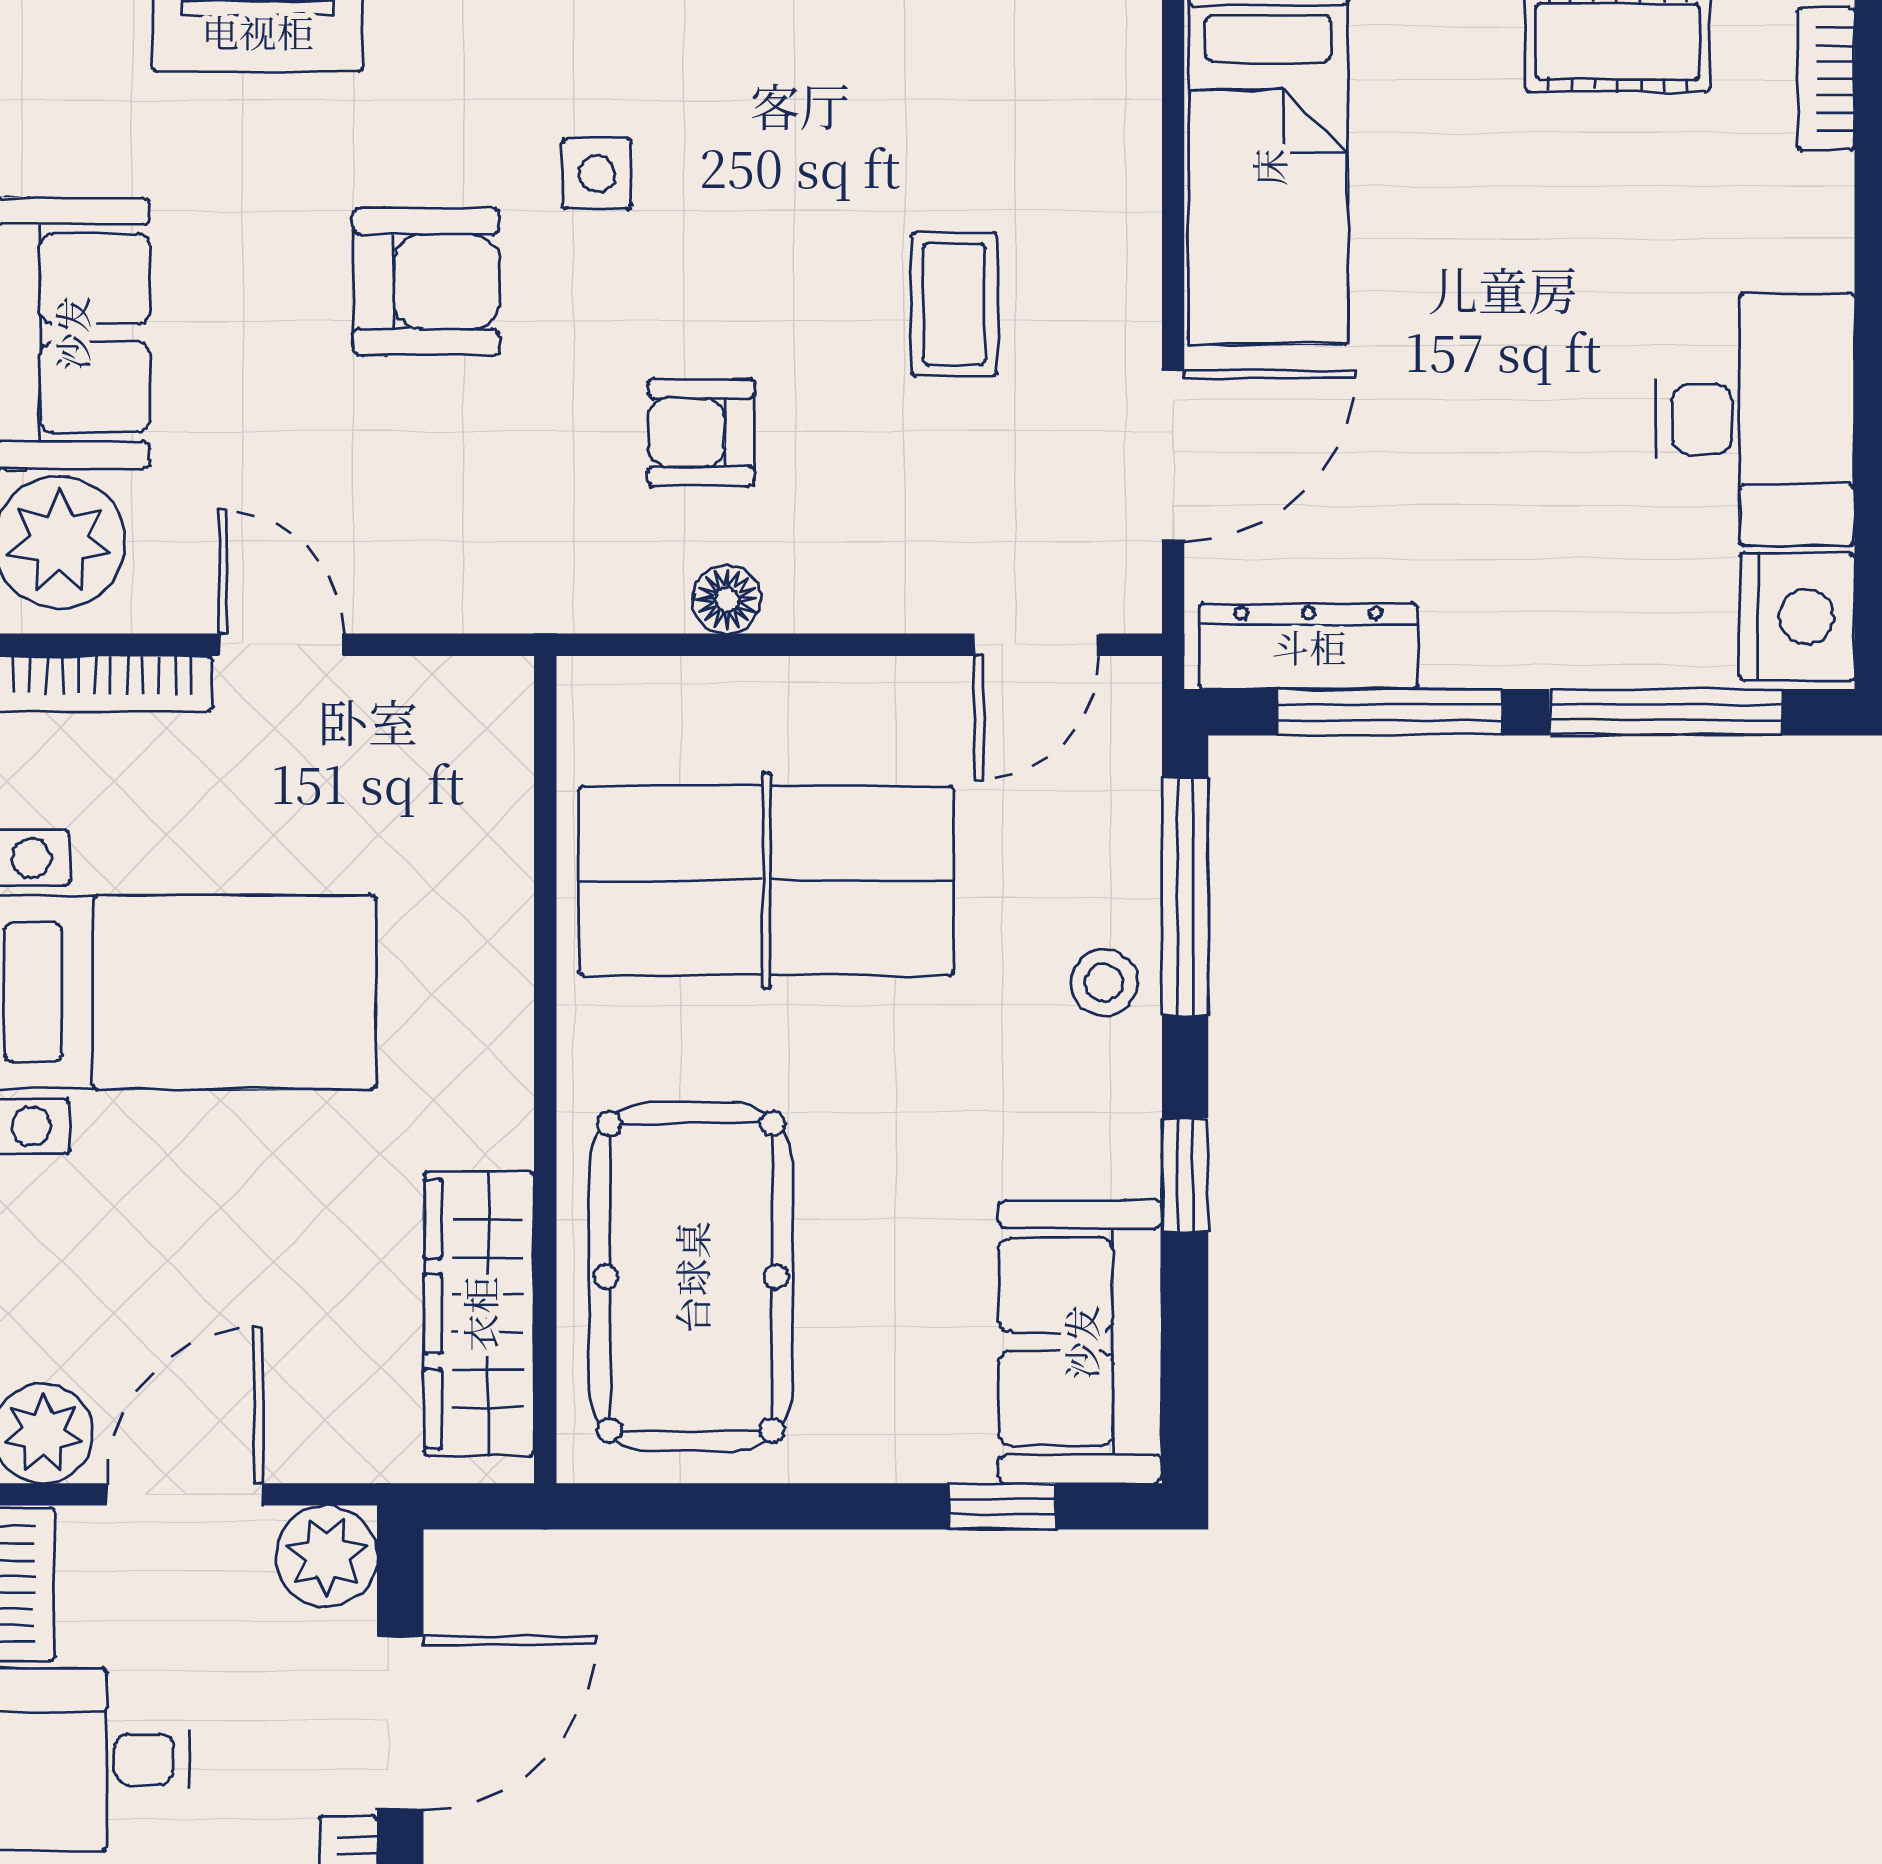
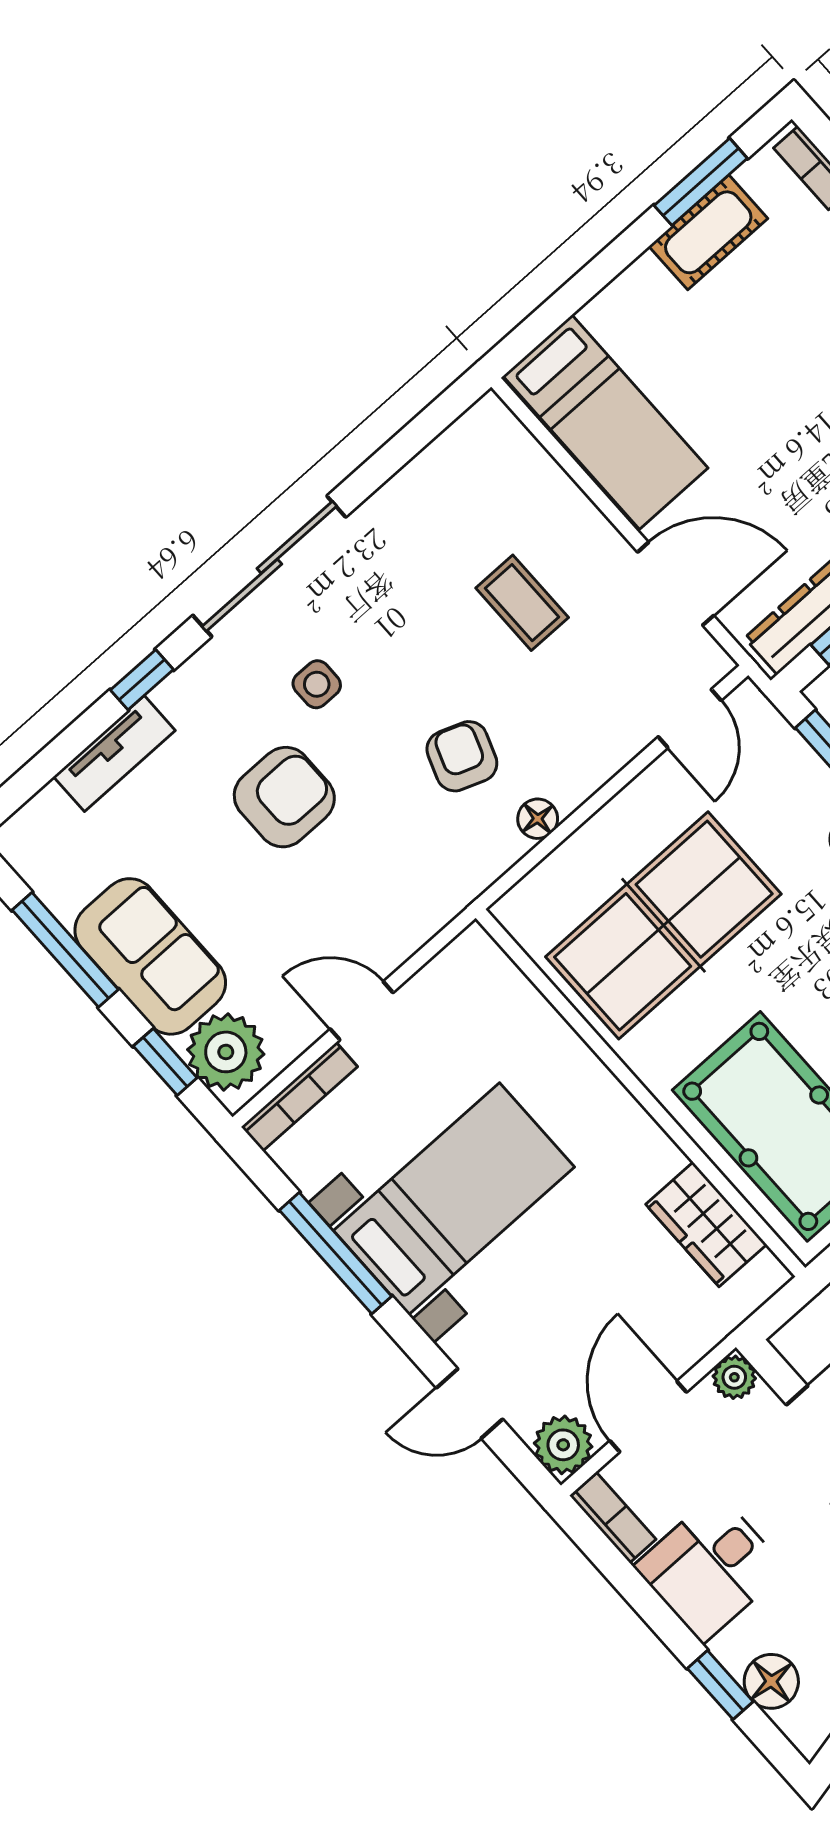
armchair: (701, 433) -> (462, 756), turned 110
door: (1173, 456) -> (676, 584), hinge flipped
wardrobe: (479, 1314) -> (706, 1224), width x0.67
plant: (326, 1556) -> (734, 1377), width x0.73, depth x0.73

